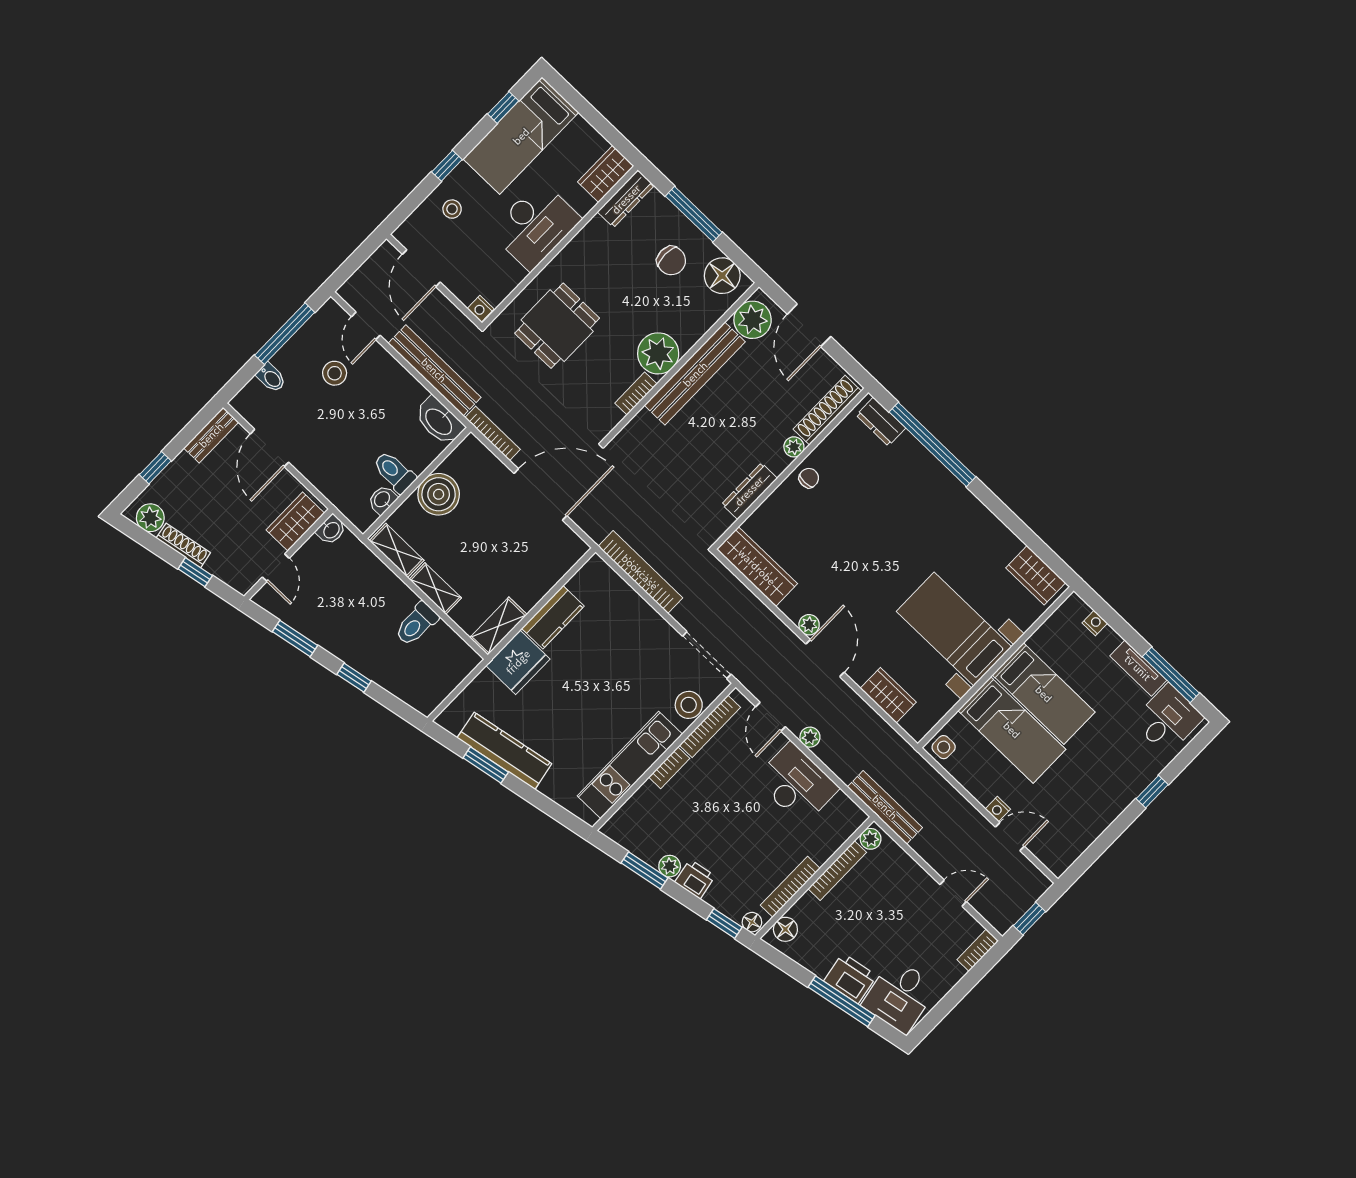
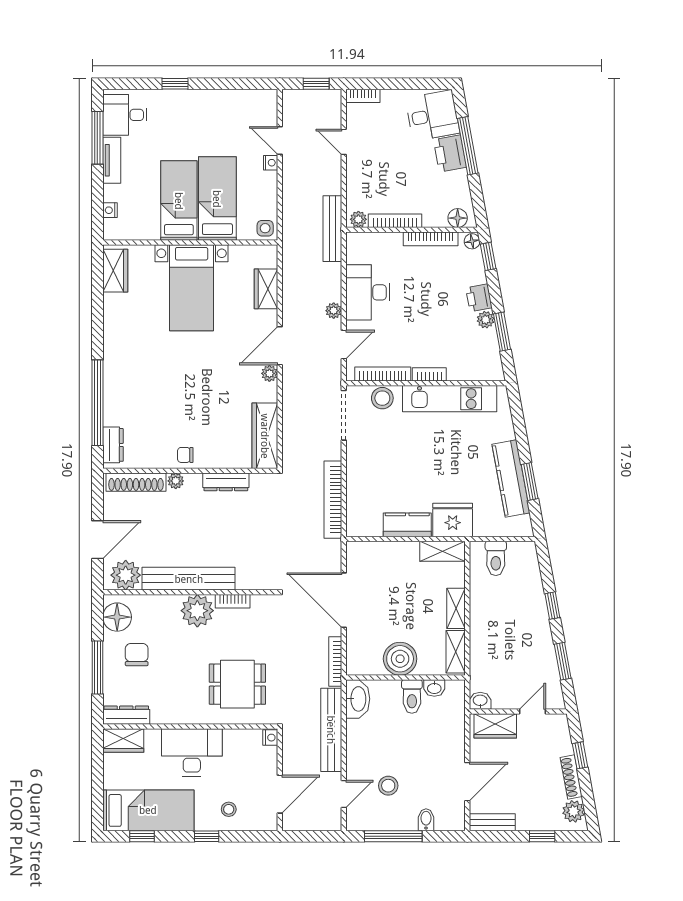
toilet: (416, 624) -> (496, 558), moved, turned 90

